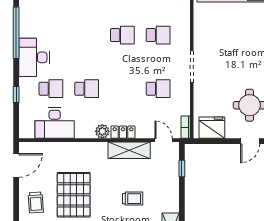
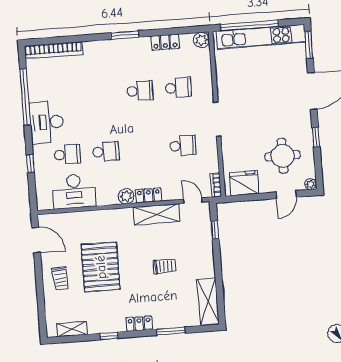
door: (16, 165) -> (36, 240), hinge flipped

